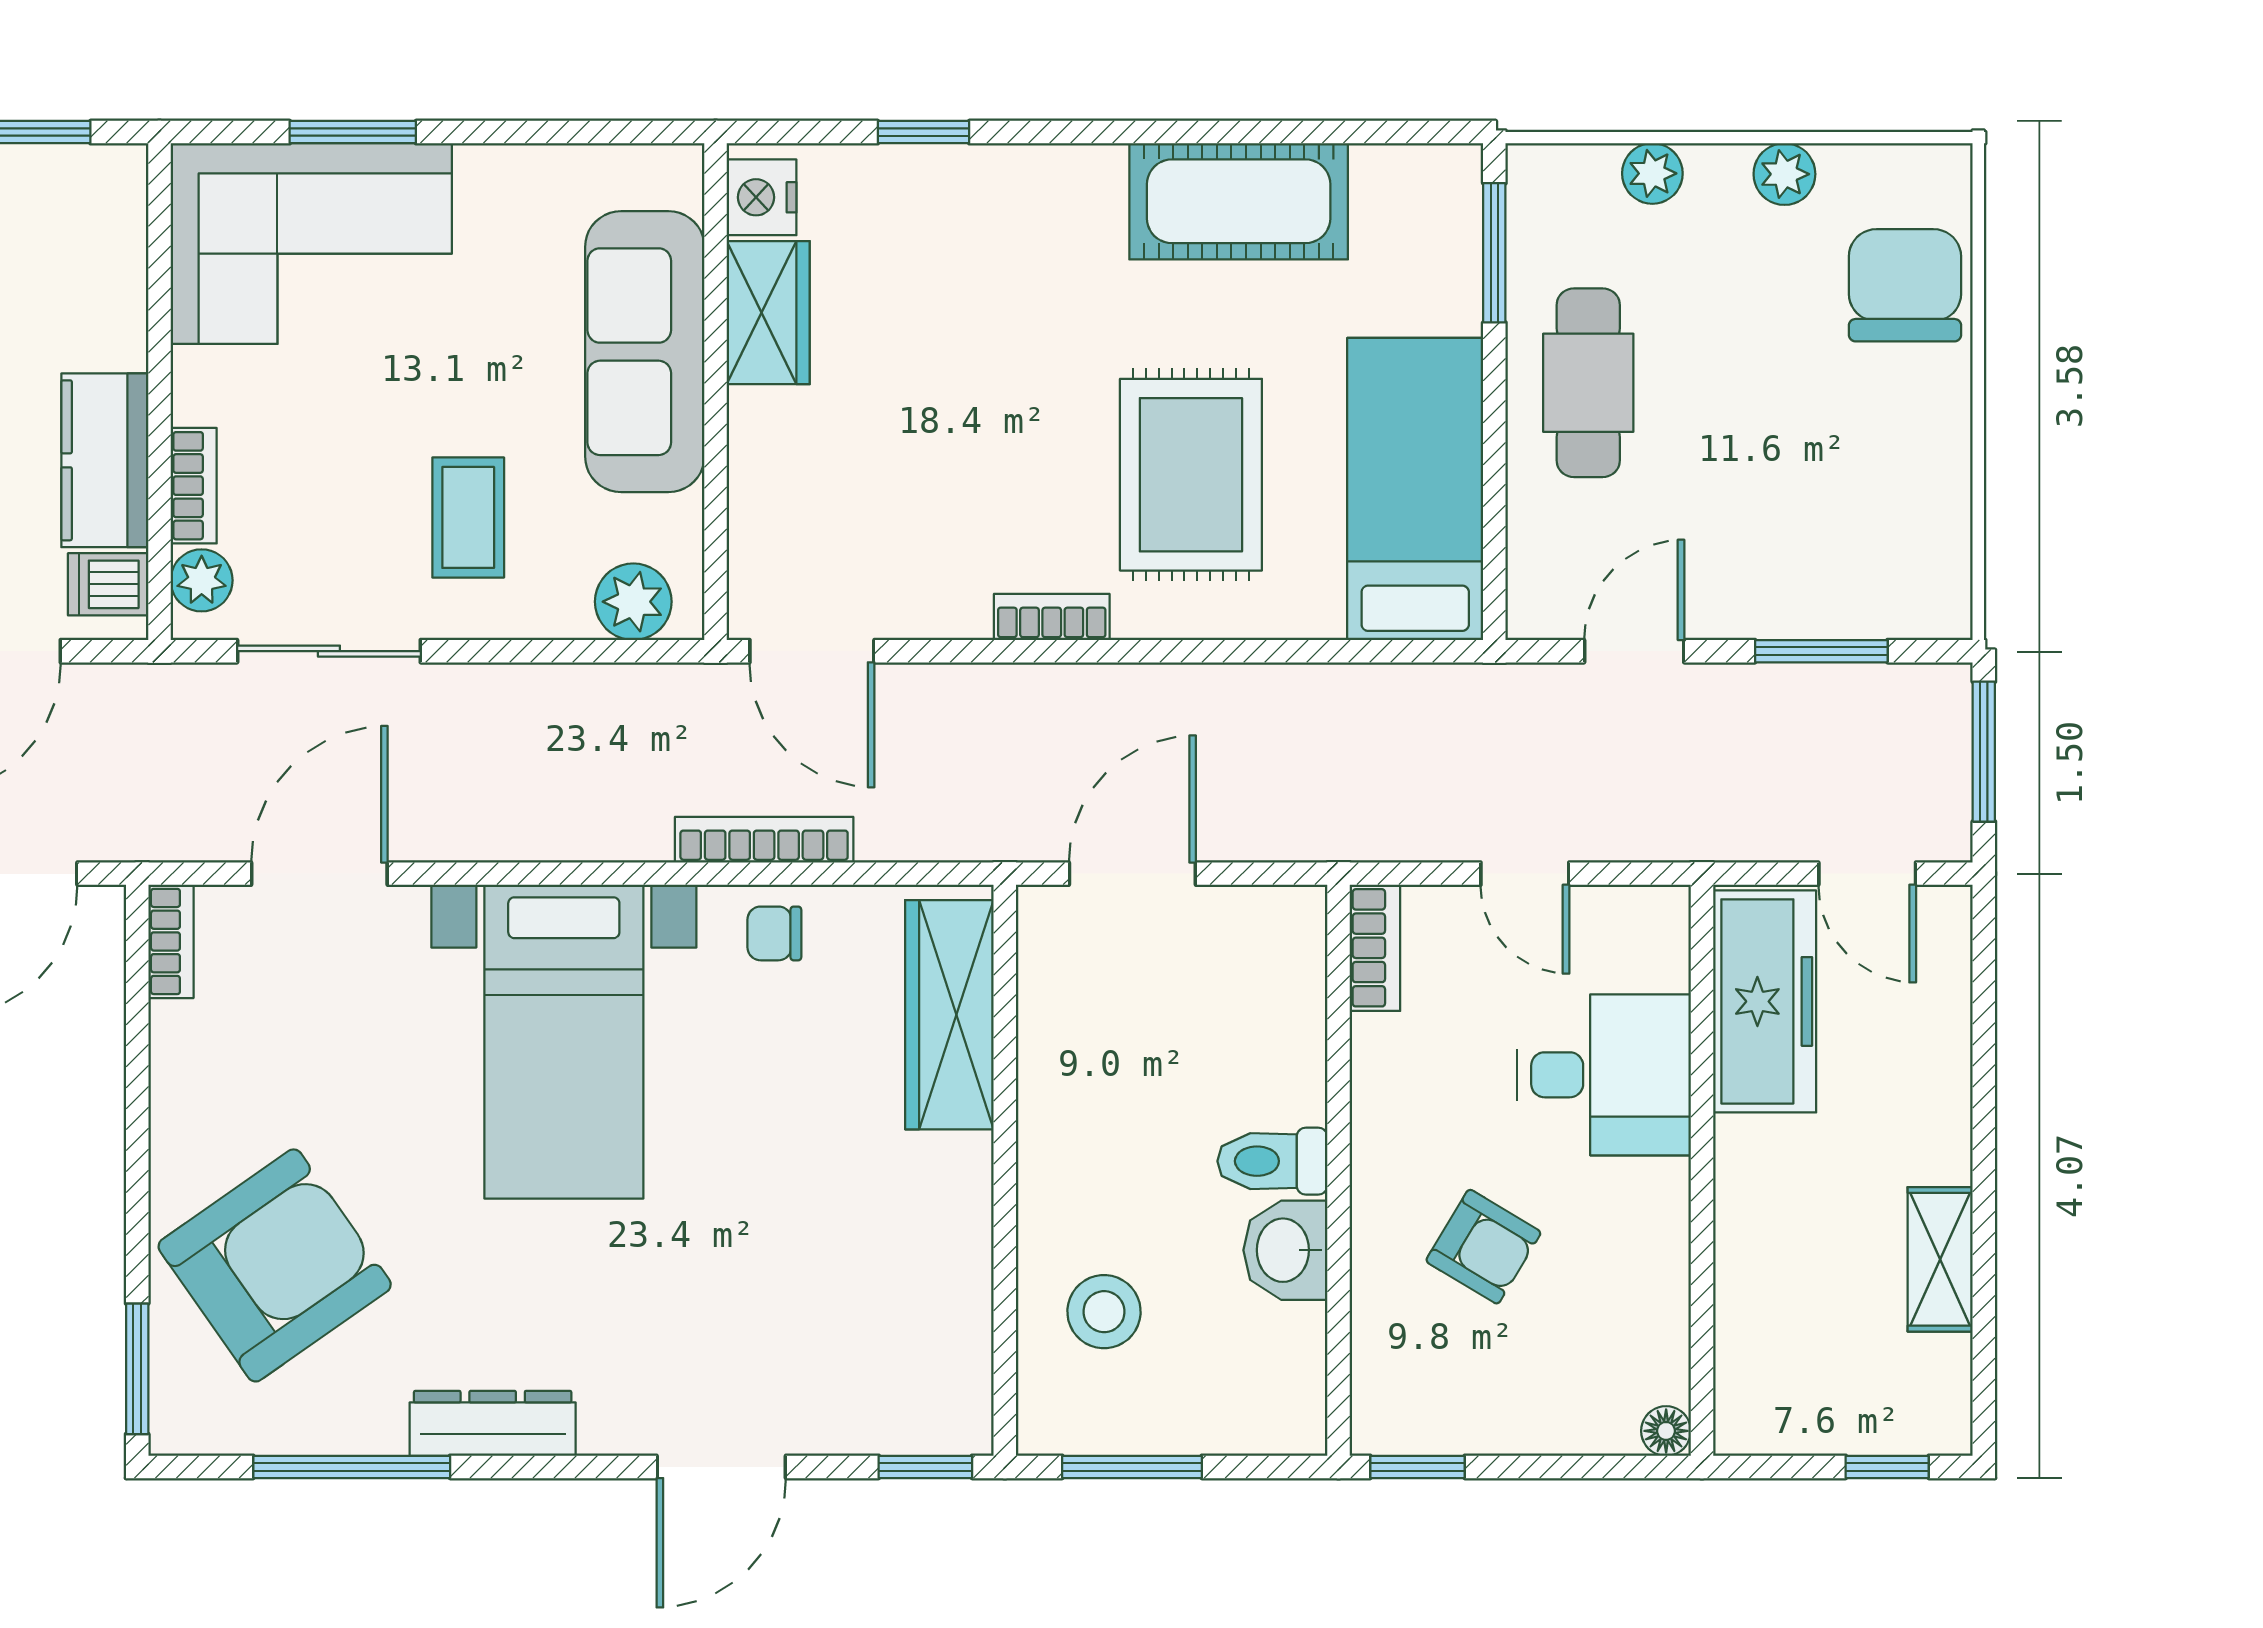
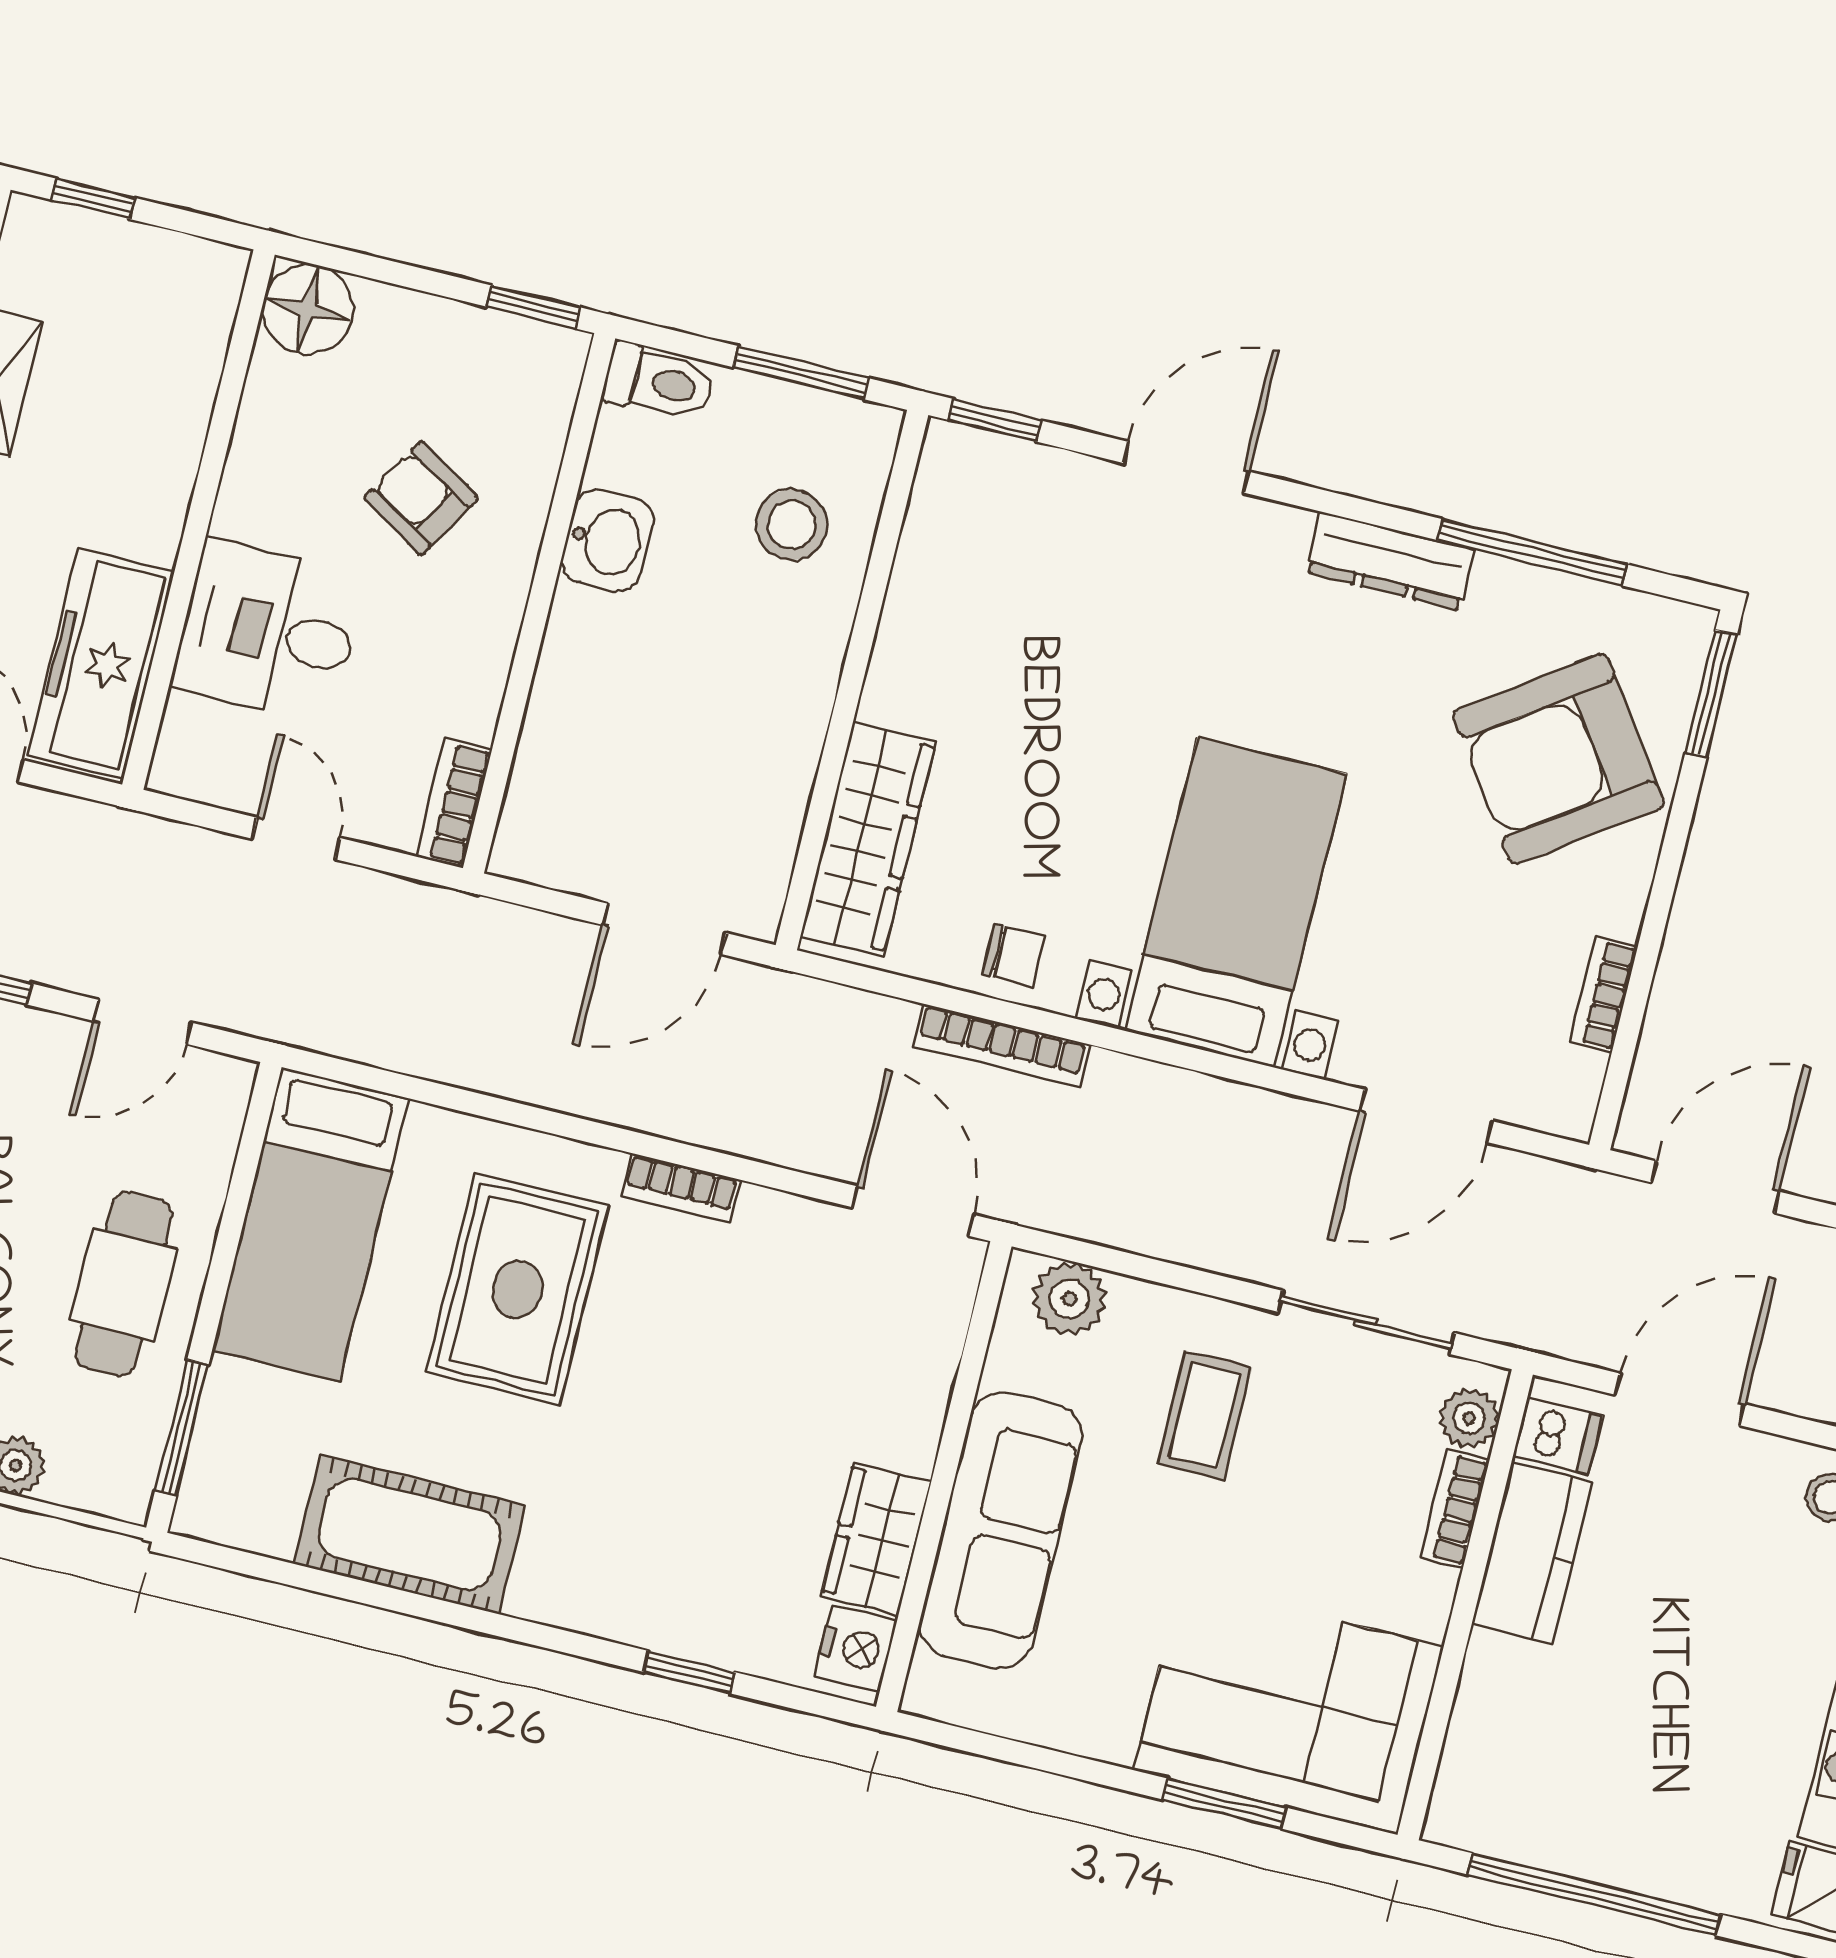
bookcase: (171, 941) -> (1604, 994), moved
toilet: (1272, 1161) -> (659, 382), moved
floor lamp: (1666, 1431) -> (308, 309), width x1.89, depth x1.89

